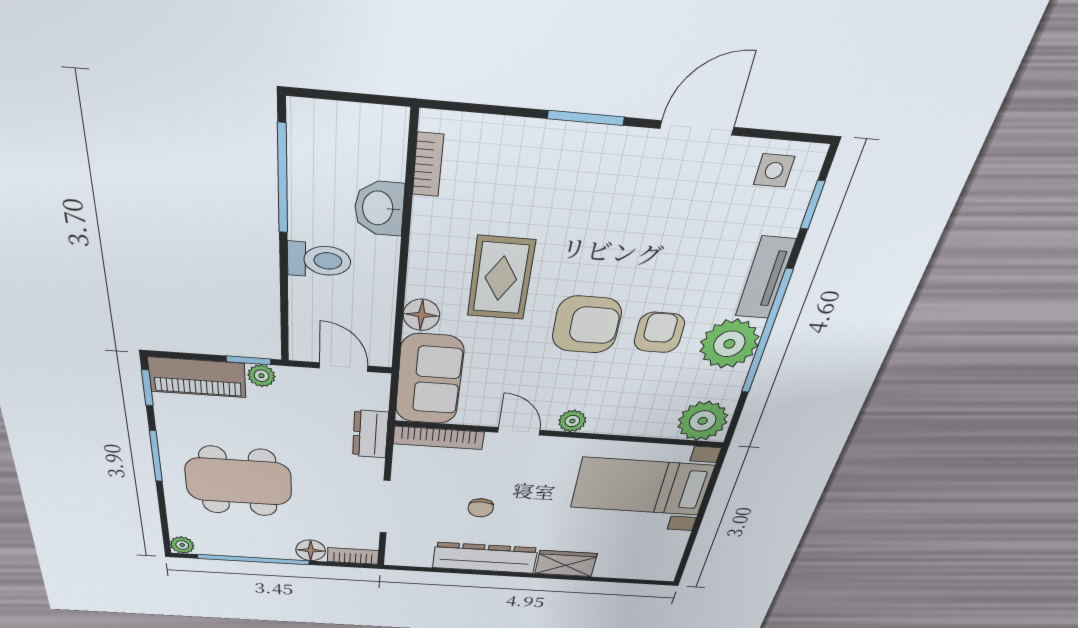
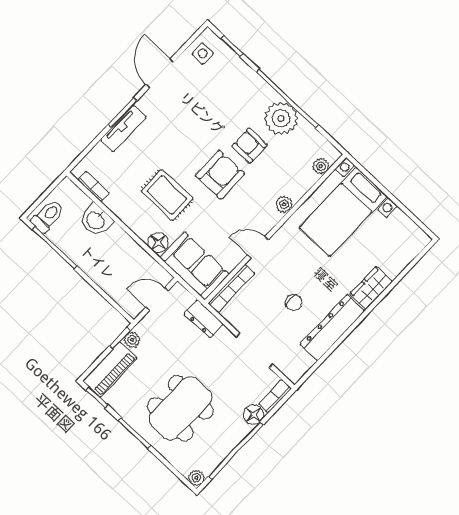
toilet: (319, 260) -> (48, 216), moved
tv unit: (765, 278) -> (123, 128), moved, turned -90
plant: (572, 421) -> (284, 204), moved
plant: (703, 421) -> (321, 166), width x0.53, depth x0.53

